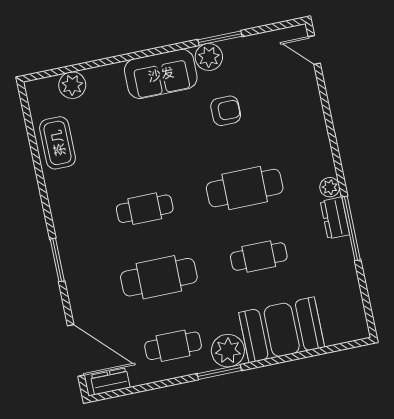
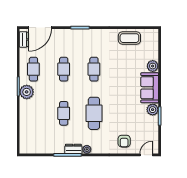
plant: (72, 85) -> (153, 66), moved
armchair: (226, 111) -> (124, 141), moved
cafe table: (159, 277) -> (64, 69), width x0.73, depth x0.74
booth: (282, 330) -> (31, 117), removed

